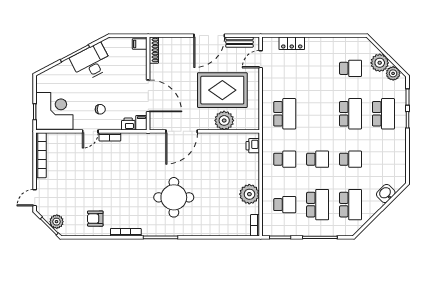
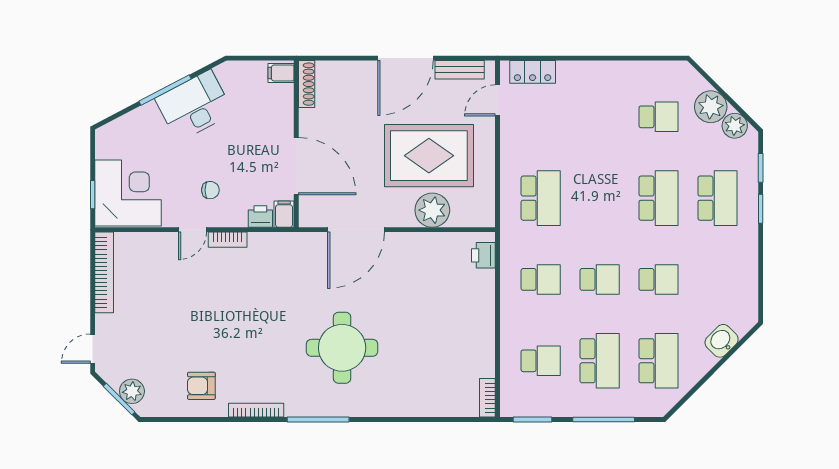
locker: (292, 43) -> (533, 72), moved
plant: (249, 194) -> (477, 342), removed

